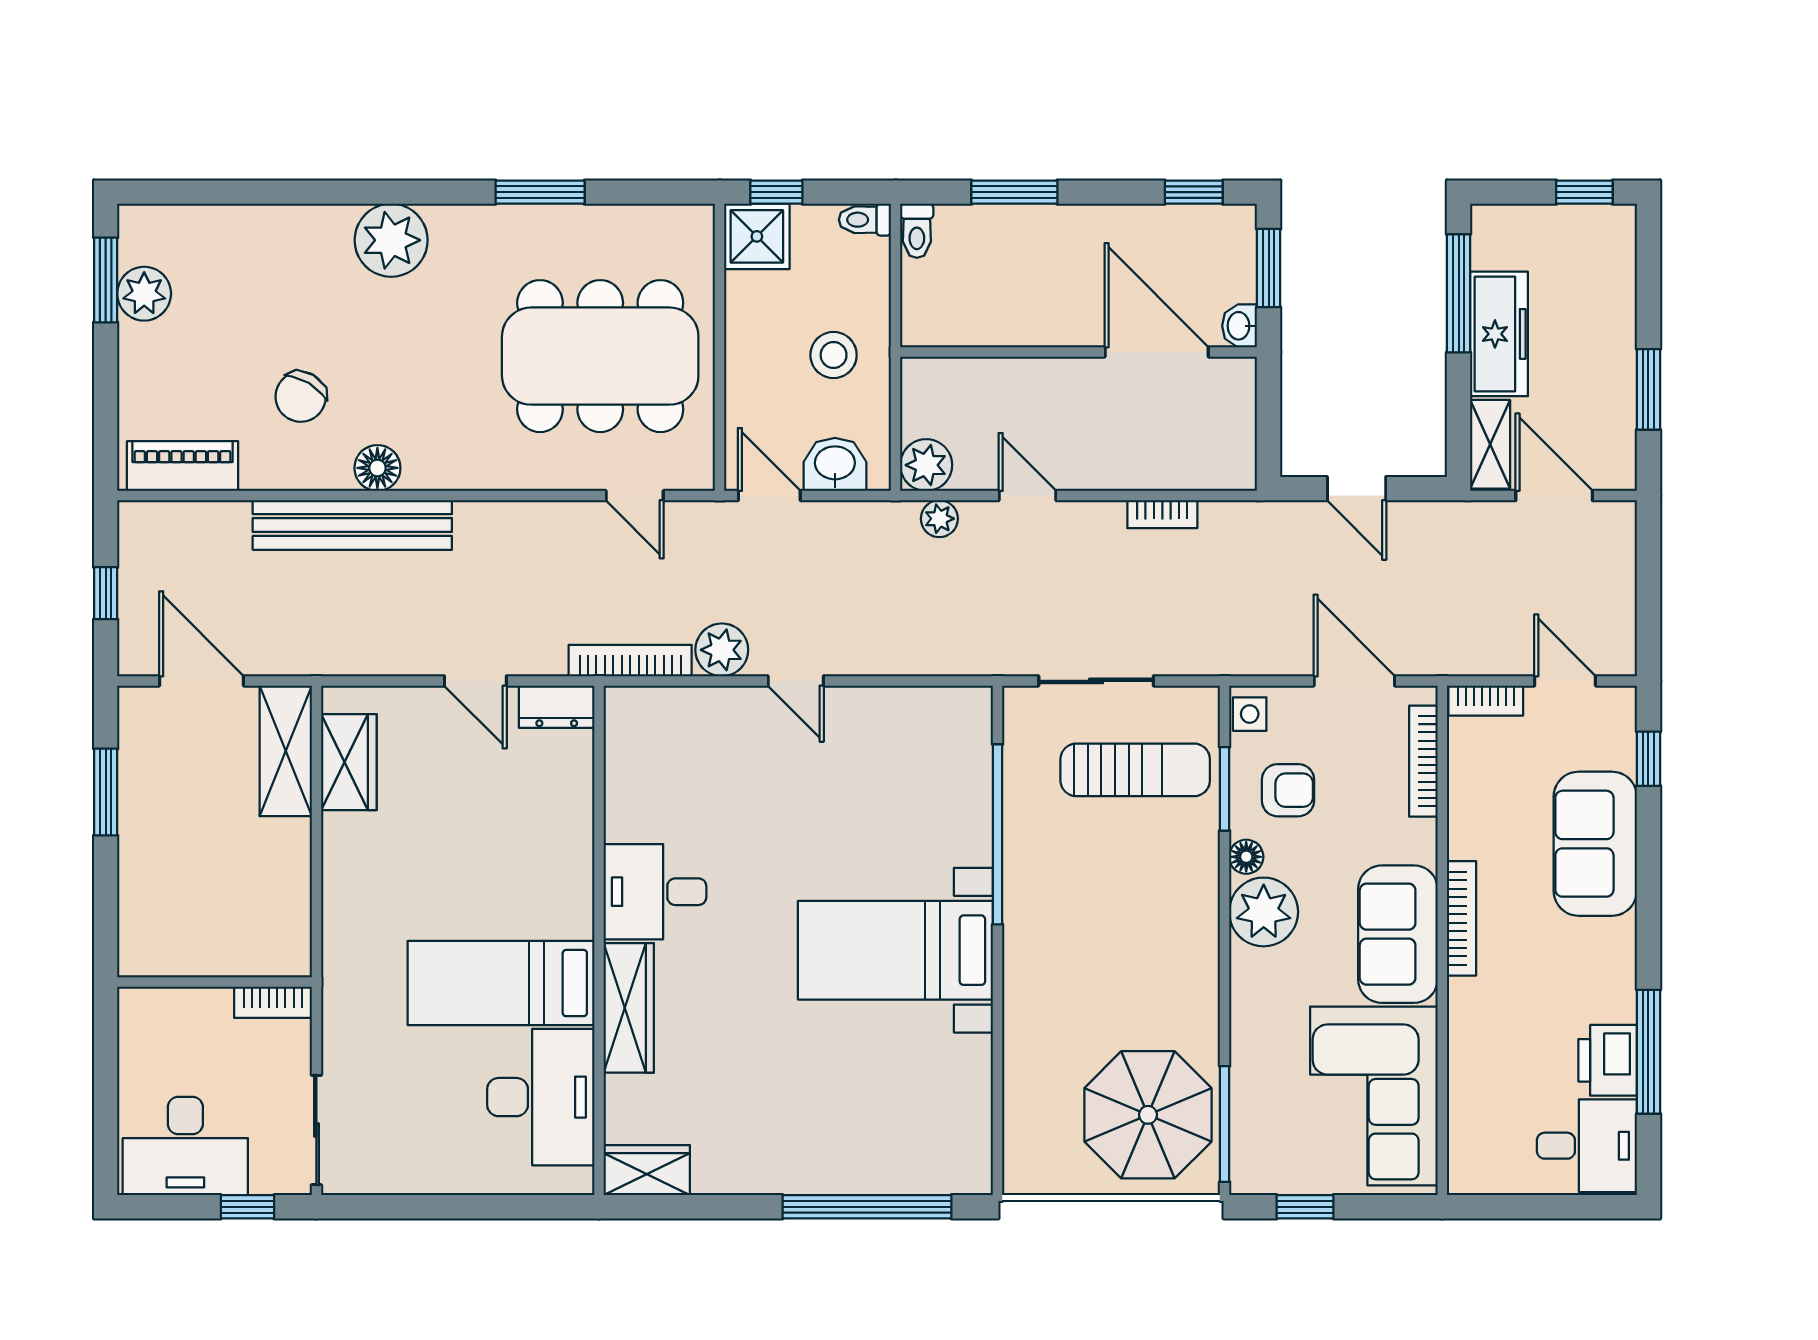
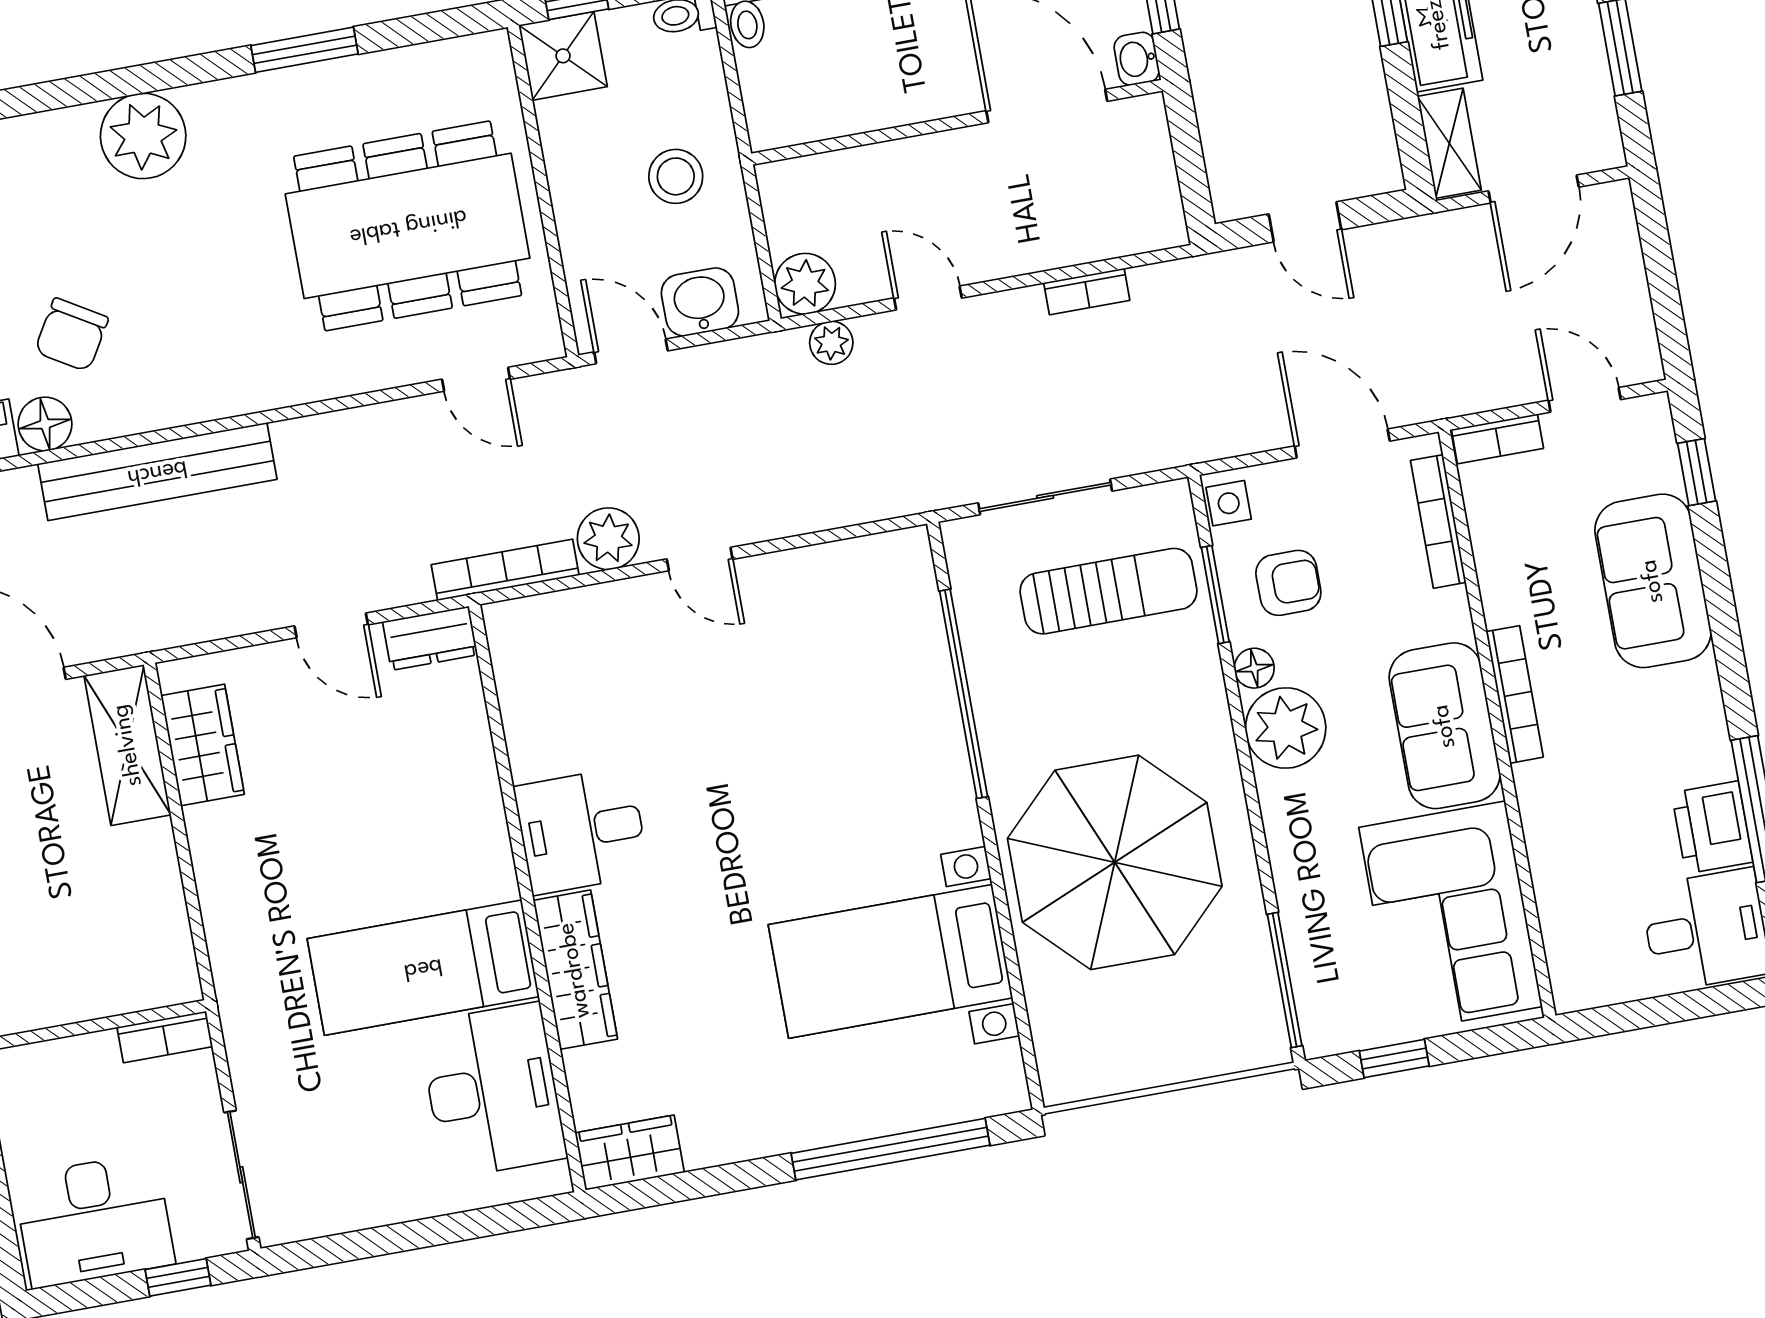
floor lamp: (377, 468) -> (45, 424), moved
door: (1554, 496) -> (1534, 189), swing flipped
bed with nightstands: (895, 950) -> (890, 961), moved
parasol: (1148, 1115) -> (1115, 862), moved, width x1.36, depth x1.36

